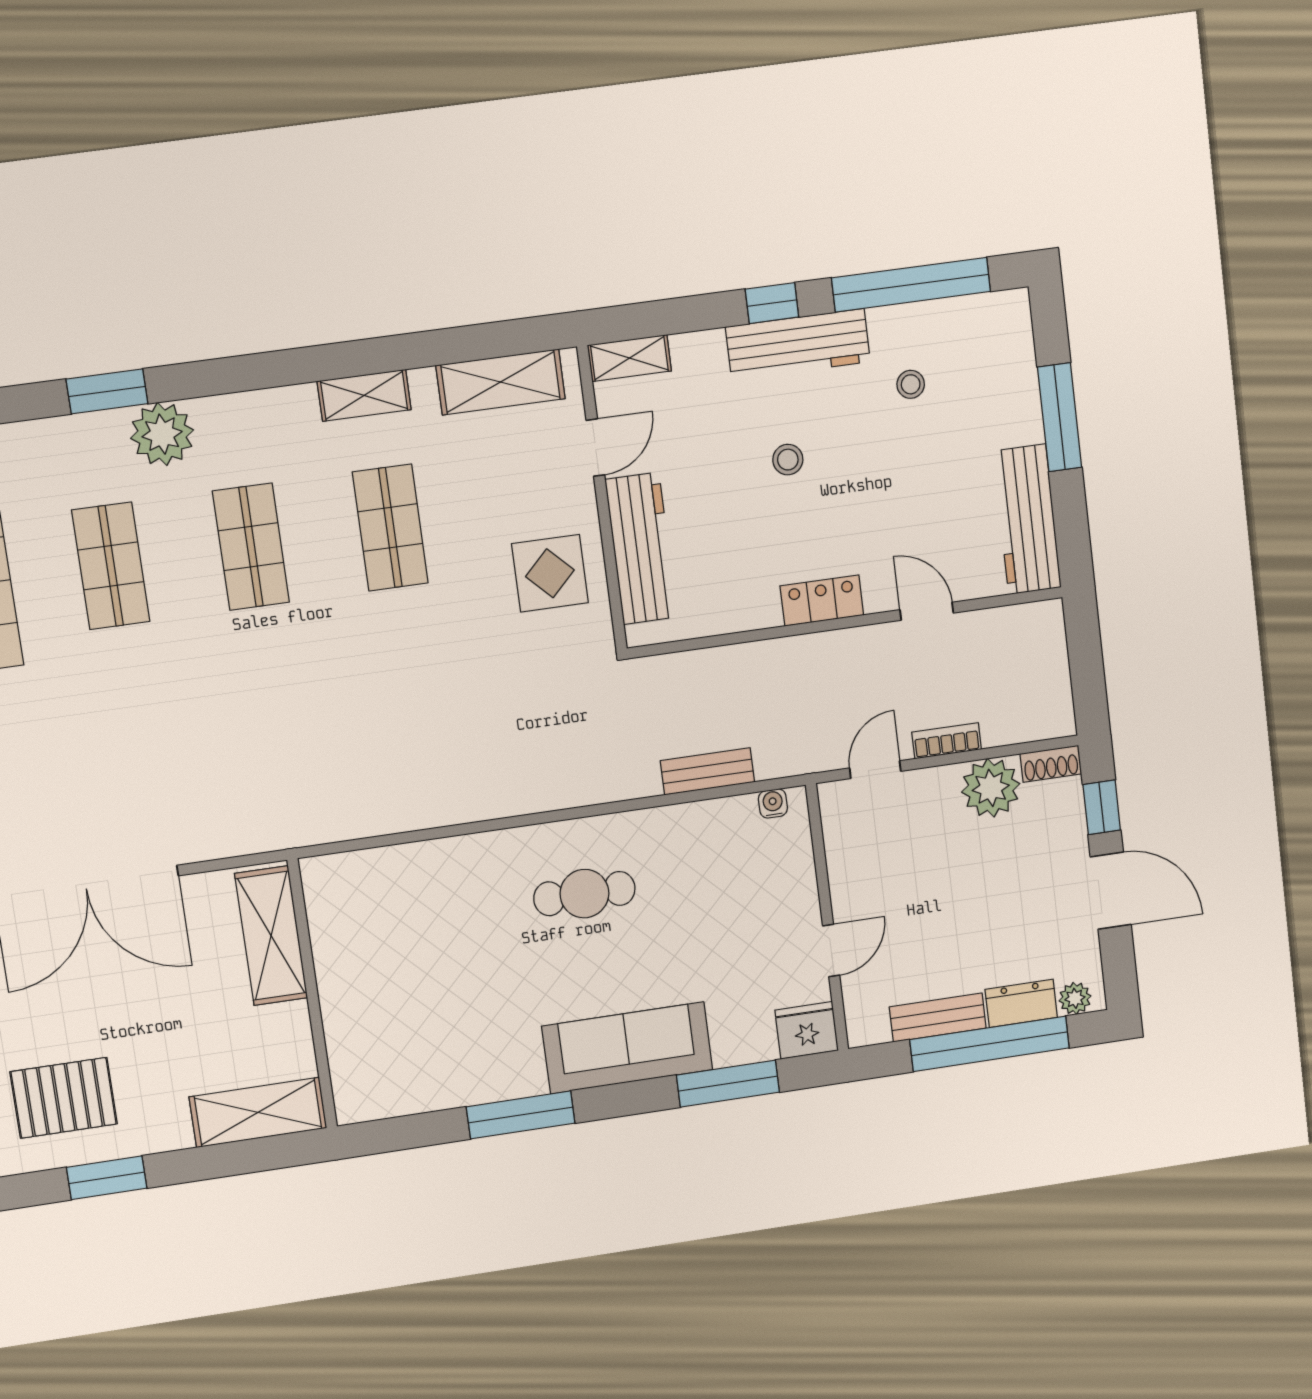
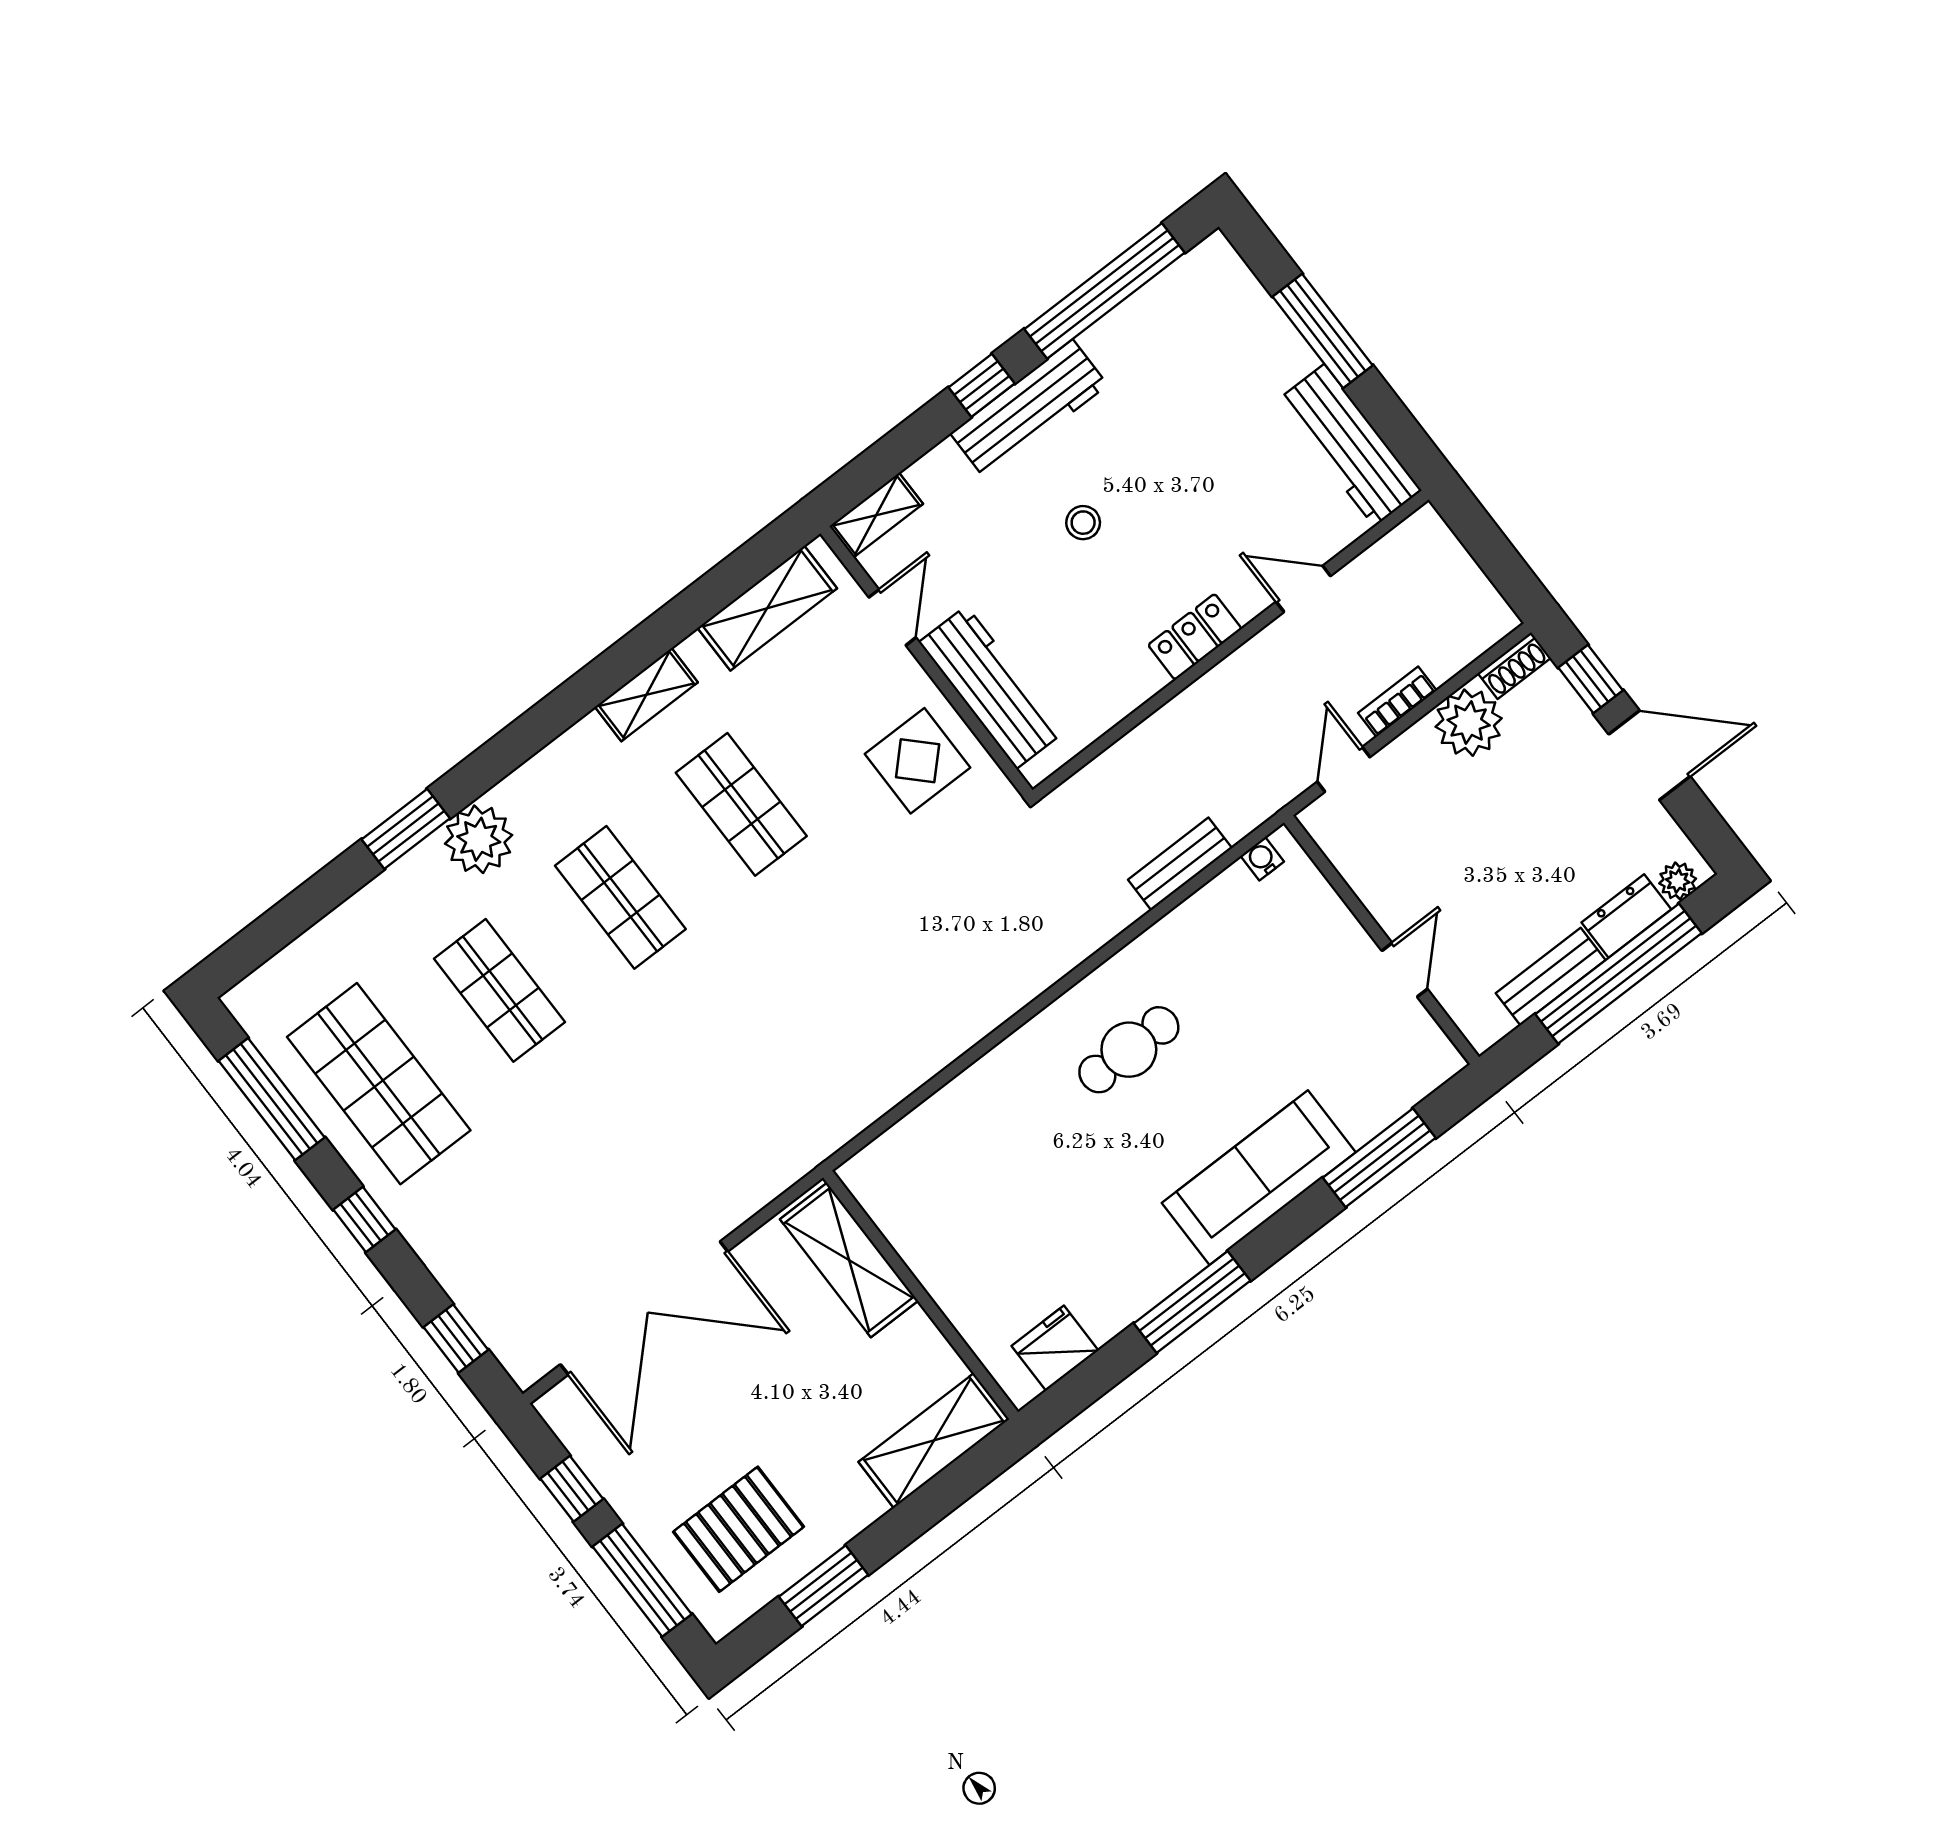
stool: (911, 384) -> (1160, 384), removed
fridge: (807, 1030) -> (1055, 1348), moved

